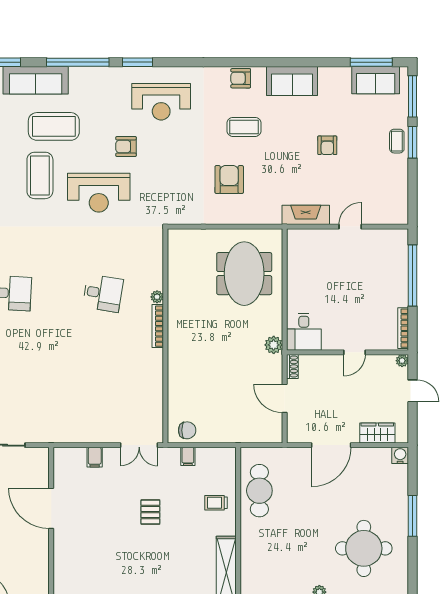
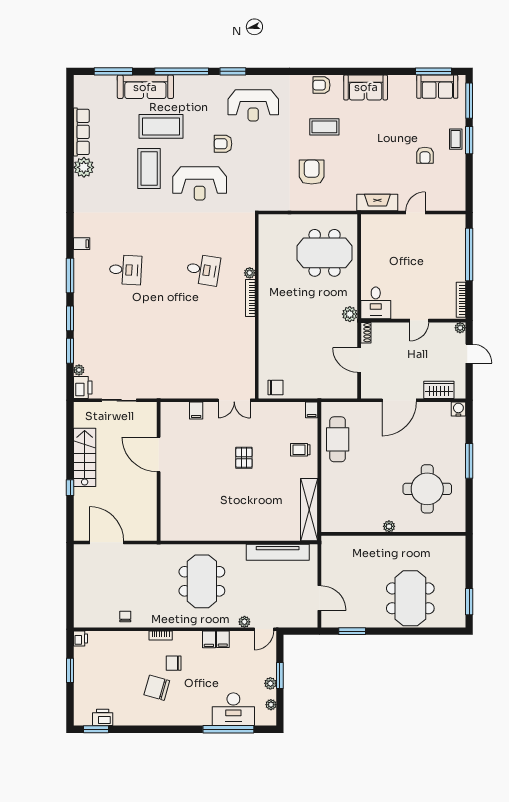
armchair: (327, 145) -> (425, 155), moved
meeting table: (244, 274) -> (325, 253), turned 90
filing cabinet: (188, 456) -> (312, 410), moved

